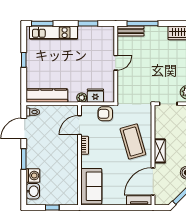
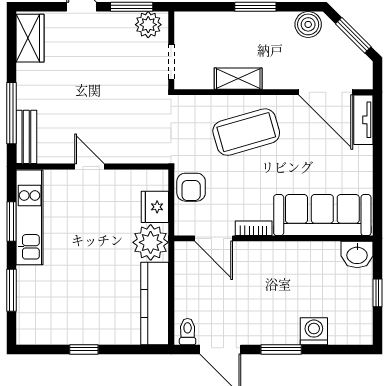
window: (42, 24) -> (11, 290), moved
kitchen unit: (54, 33) -> (30, 217), moved
plant: (82, 98) -> (151, 242), width x1.87, depth x1.87
shelving: (160, 151) -> (238, 79), moved
sofa: (91, 186) -> (322, 215), width x1.36
washbasin: (33, 191) -> (357, 255), moved, turned 180

